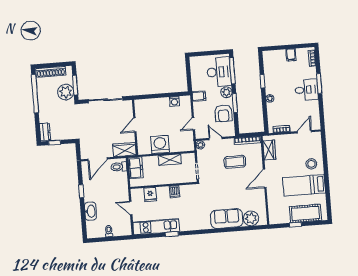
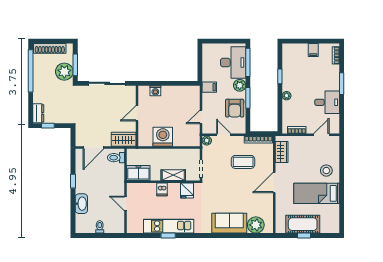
desk: (306, 90) -> (327, 102), moved
washing machine: (174, 101) -> (155, 91), moved
shelving: (170, 160) -> (173, 175), moved
freezer: (136, 168) -> (138, 173), moved, turned -90
dishwasher: (175, 192) -> (162, 189), moved
fridge: (150, 194) -> (187, 190), moved
cot: (306, 213) -> (303, 224), moved
kitchen unit: (156, 227) -> (169, 226), moved

